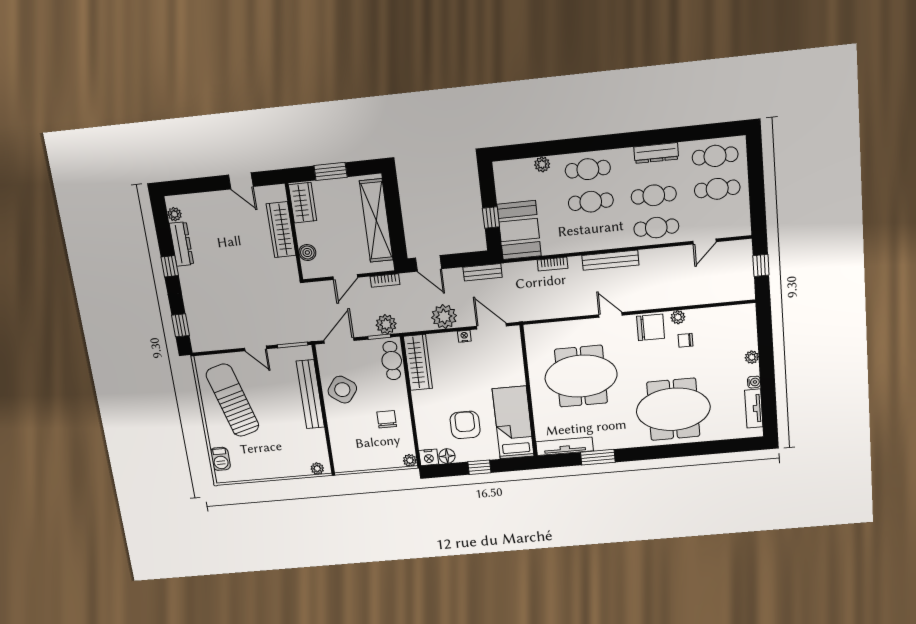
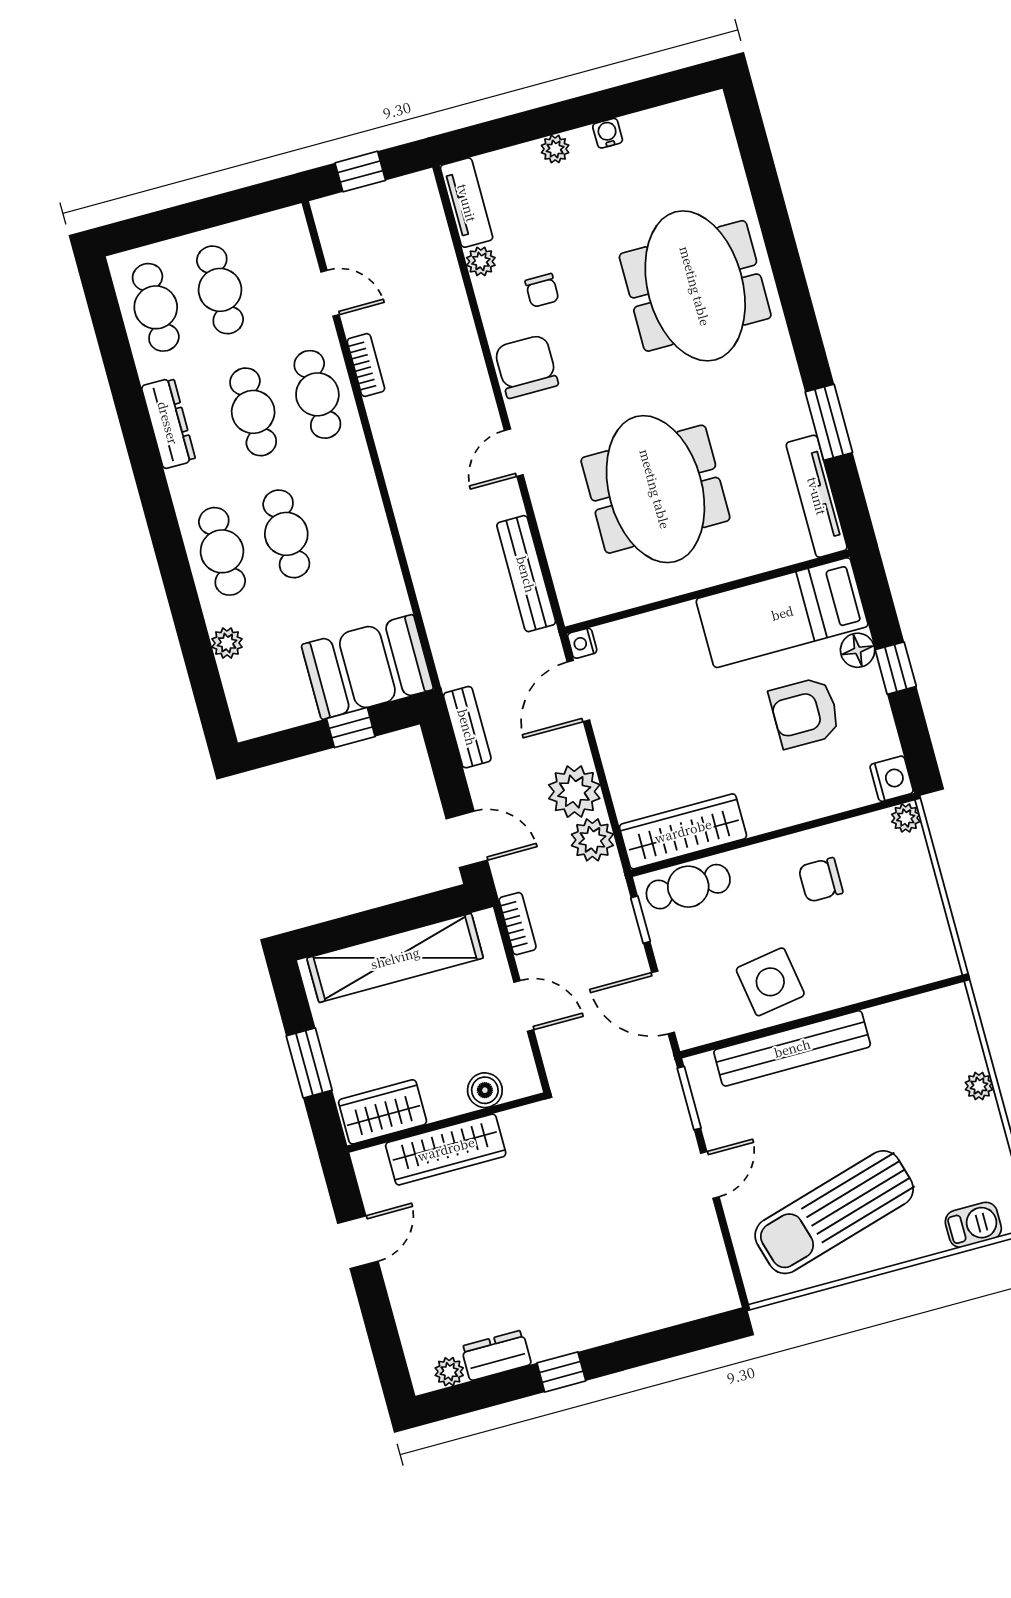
dresser: (181, 244) -> (496, 1355), width x0.70
bench: (610, 260) -> (526, 574), moved
door: (429, 263) -> (467, 839), hinge flipped
bookcase: (553, 264) -> (366, 365), moved
plant: (678, 317) -> (481, 261), moved
plant: (386, 324) -> (592, 840), moved
window: (180, 325) -> (686, 1338), removed
nightstand: (464, 336) -> (582, 643), moved
side table: (342, 390) -> (770, 982), turned 45
tv unit: (754, 409) -> (467, 203), moved, turned -90
floor lamp: (447, 456) -> (858, 650), moved
plant: (317, 469) -> (979, 1086), moved

